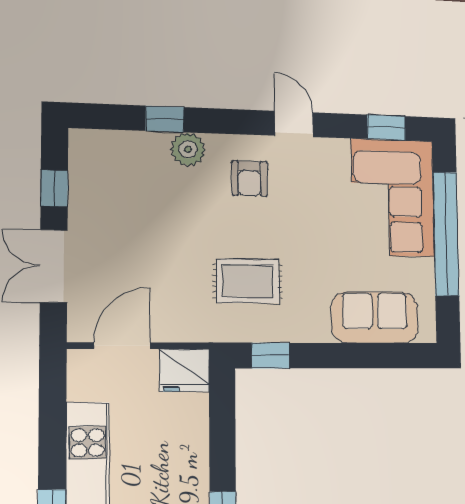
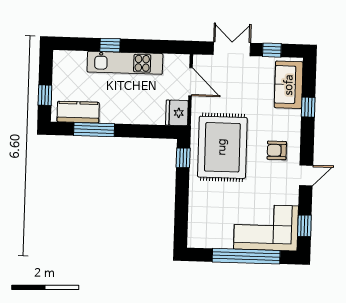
plant: (188, 149) -> (292, 119), removed
rug: (248, 281) -> (222, 147), width x1.86, depth x2.06
sofa: (375, 318) -> (289, 85), moved, turned 180

